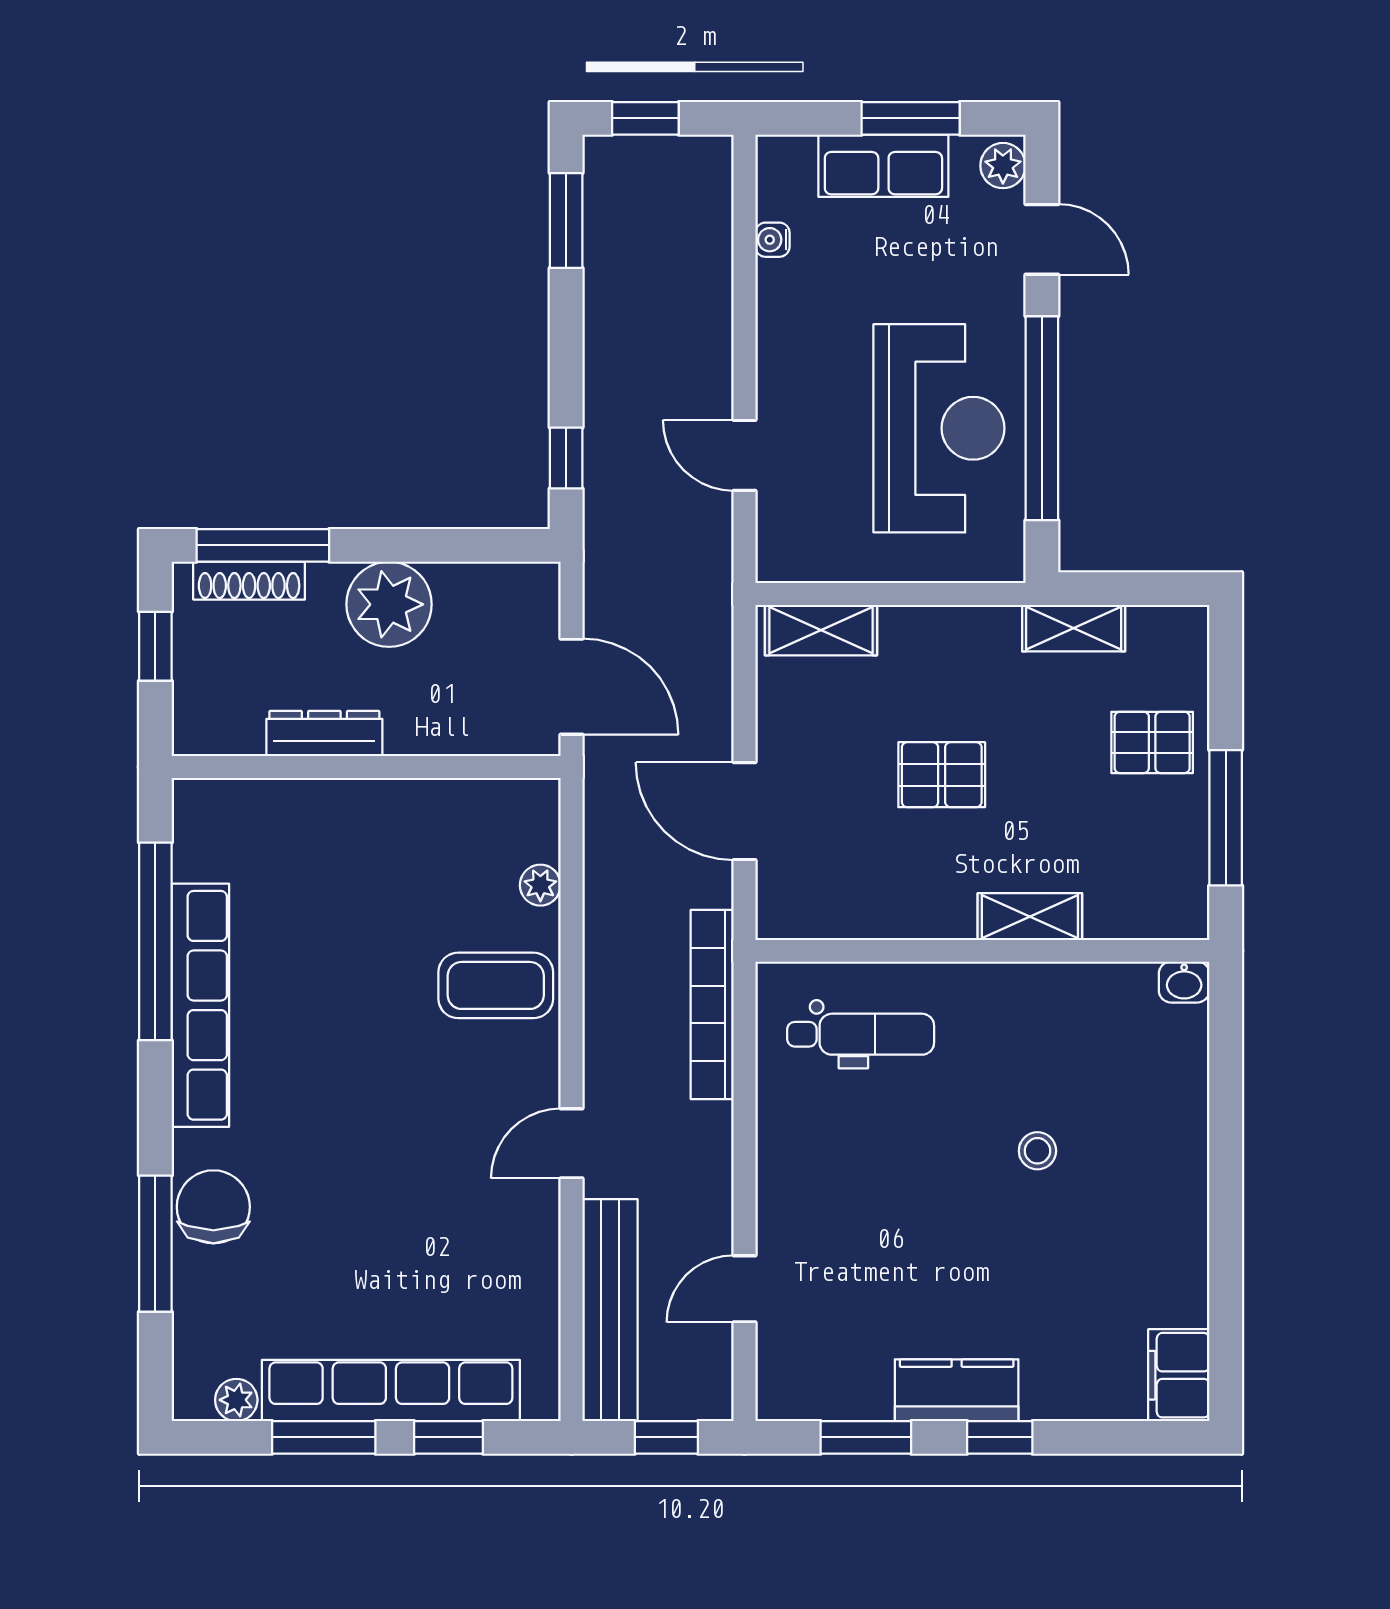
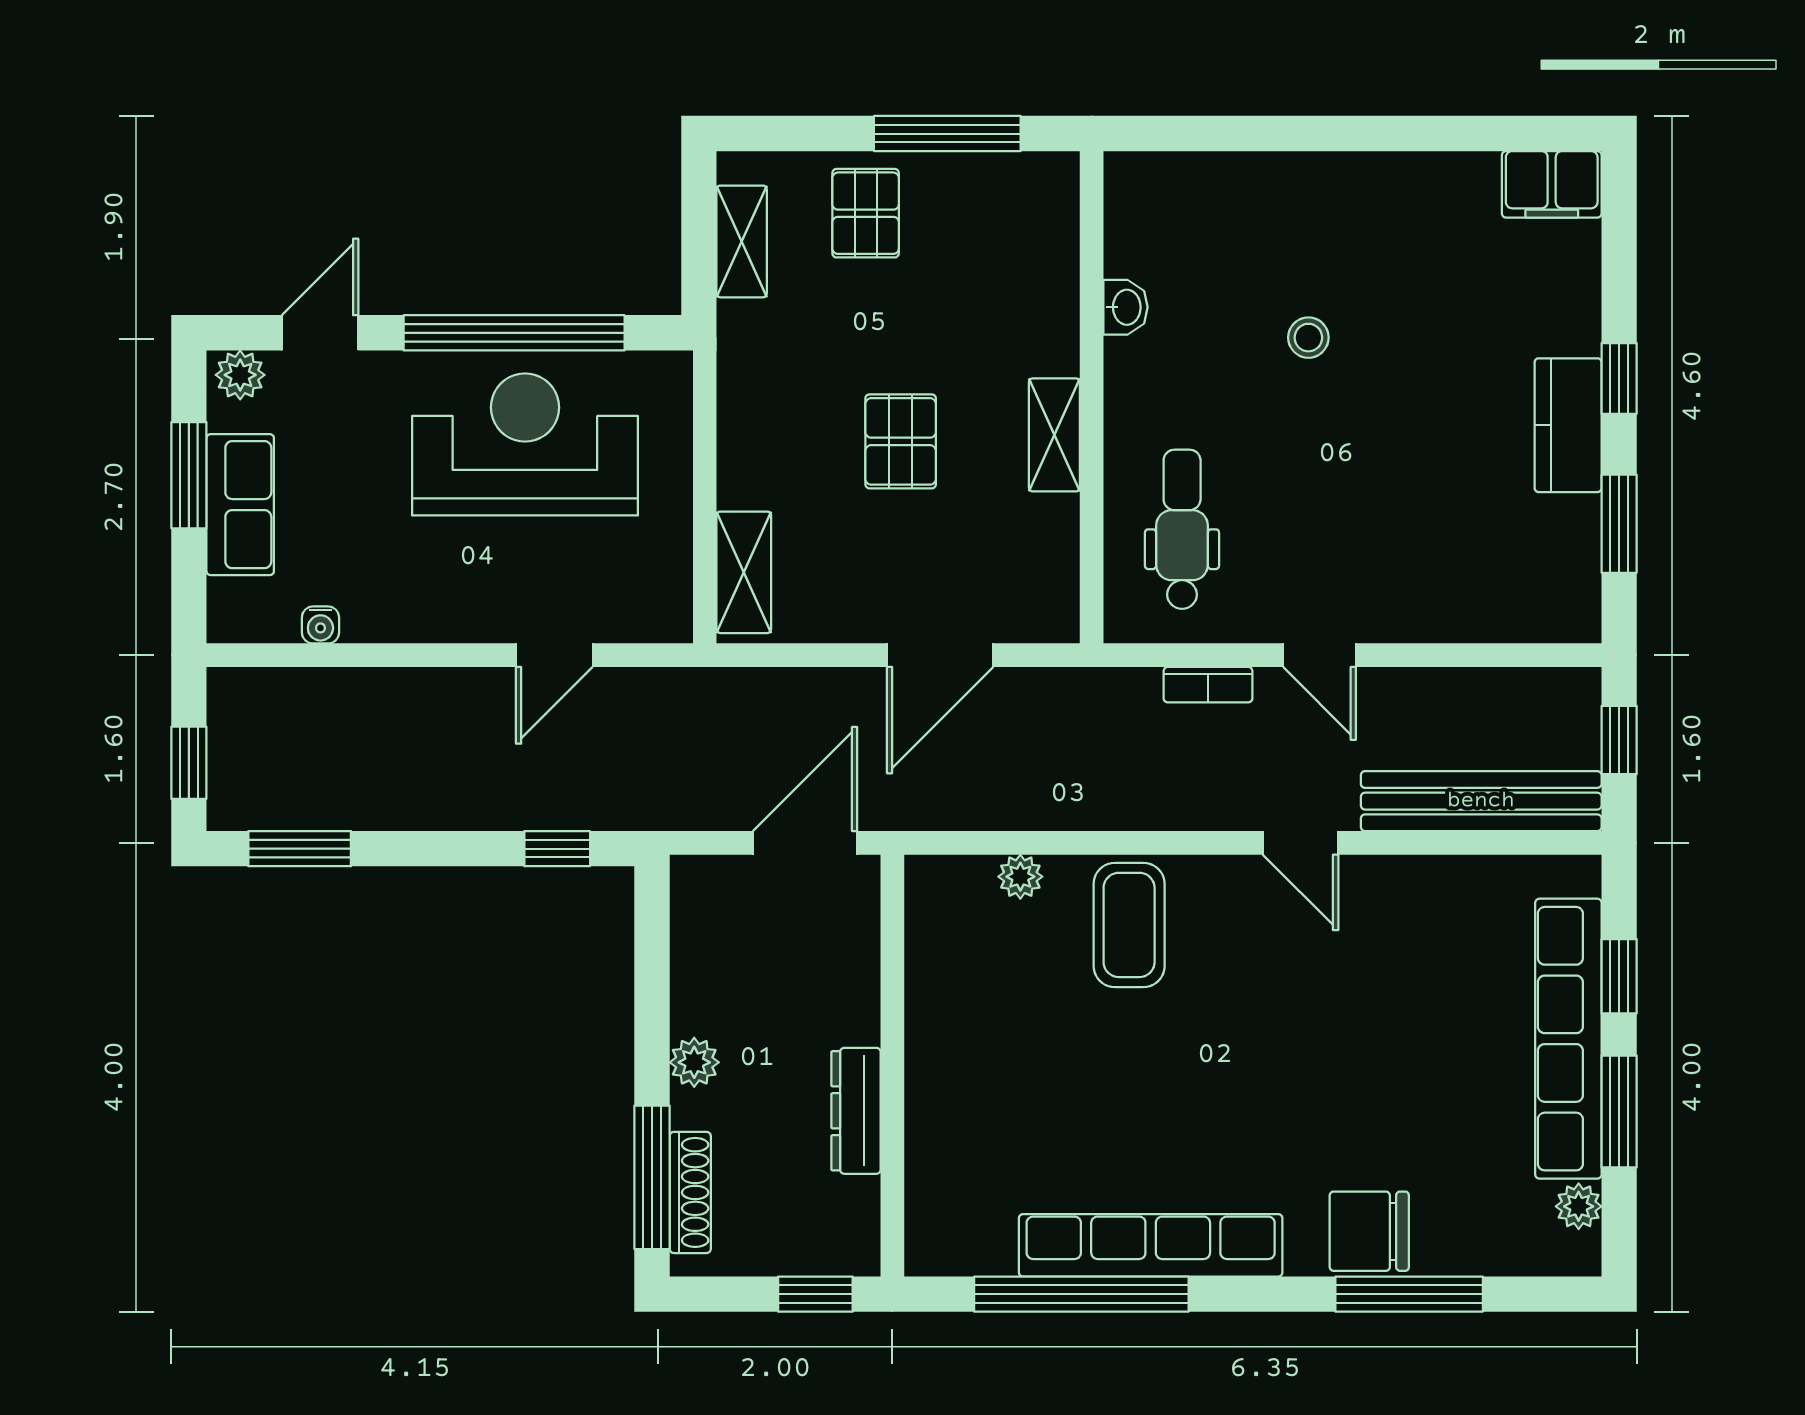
plant: (389, 604) -> (694, 1062), width x0.53, depth x0.53
shelving: (1074, 628) -> (742, 241), moved
window: (155, 646) -> (815, 1294), moved
shelving: (1030, 917) -> (1054, 435), moved
washbasin: (1184, 982) -> (1125, 307), moved
bookcase: (712, 1004) -> (1208, 685), width x0.43, depth x0.76
door: (745, 1289) -> (1319, 655), moved

